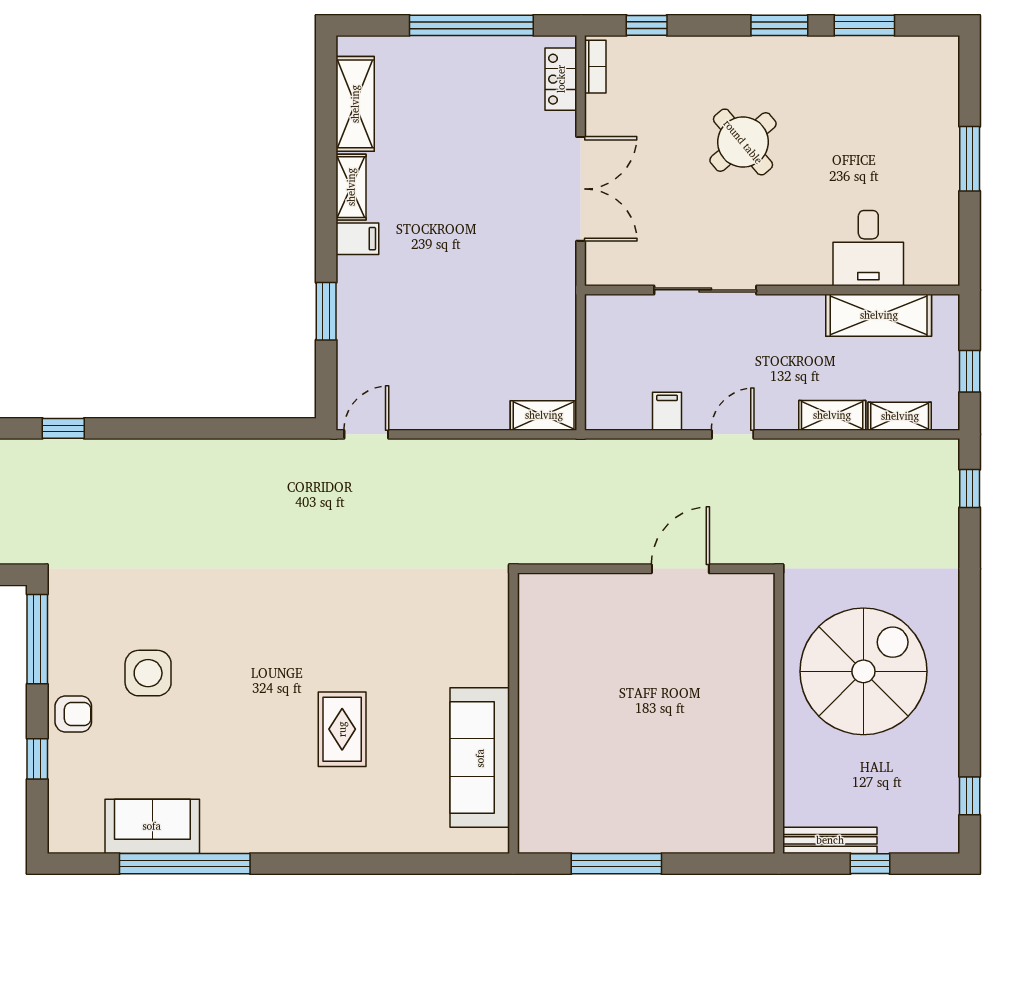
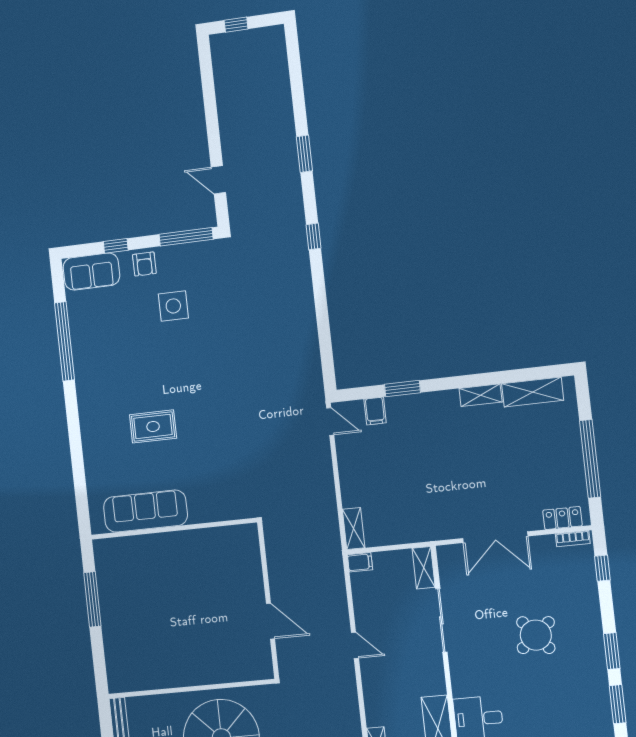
filing cabinet: (357, 239) -> (375, 411), moved
filing cabinet: (667, 411) -> (360, 562), moved
shelving: (832, 415) -> (424, 568), moved
sofa: (152, 826) -> (91, 272), moved, turned 90

